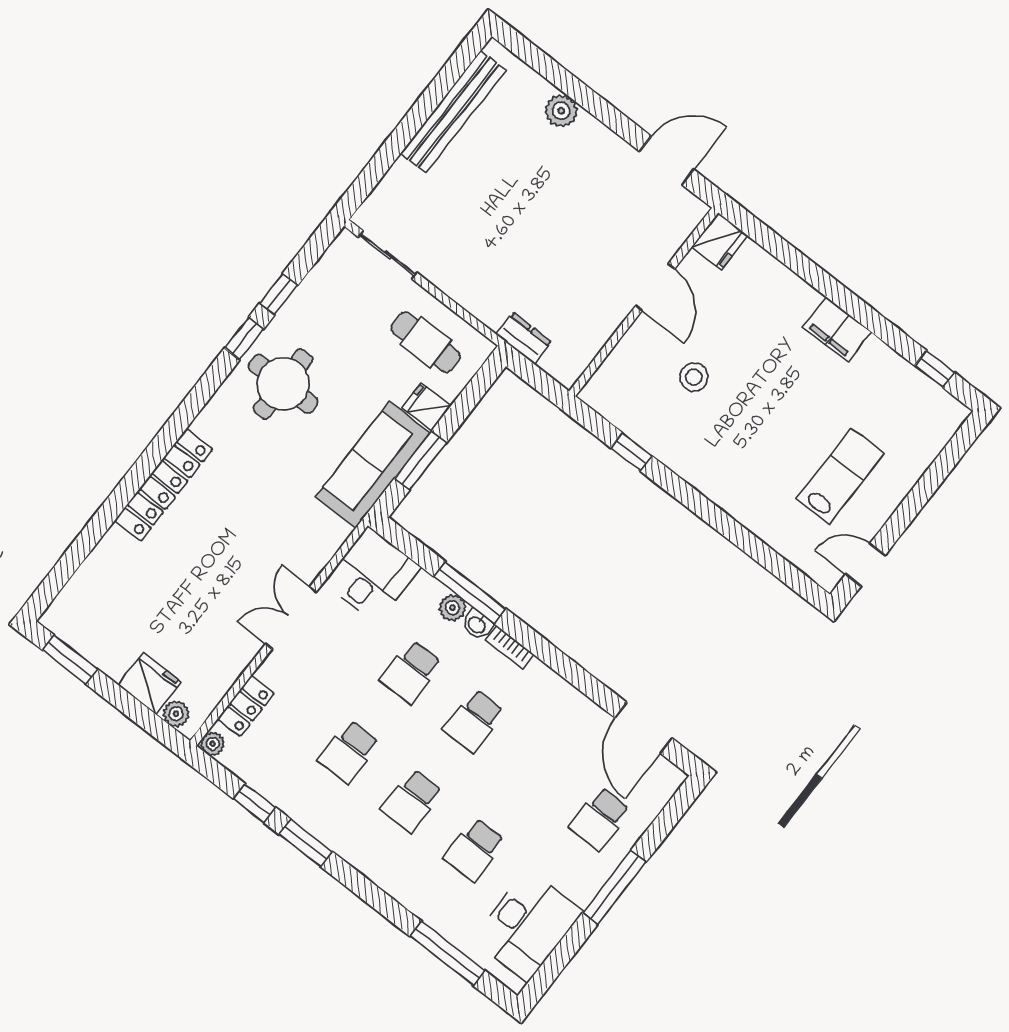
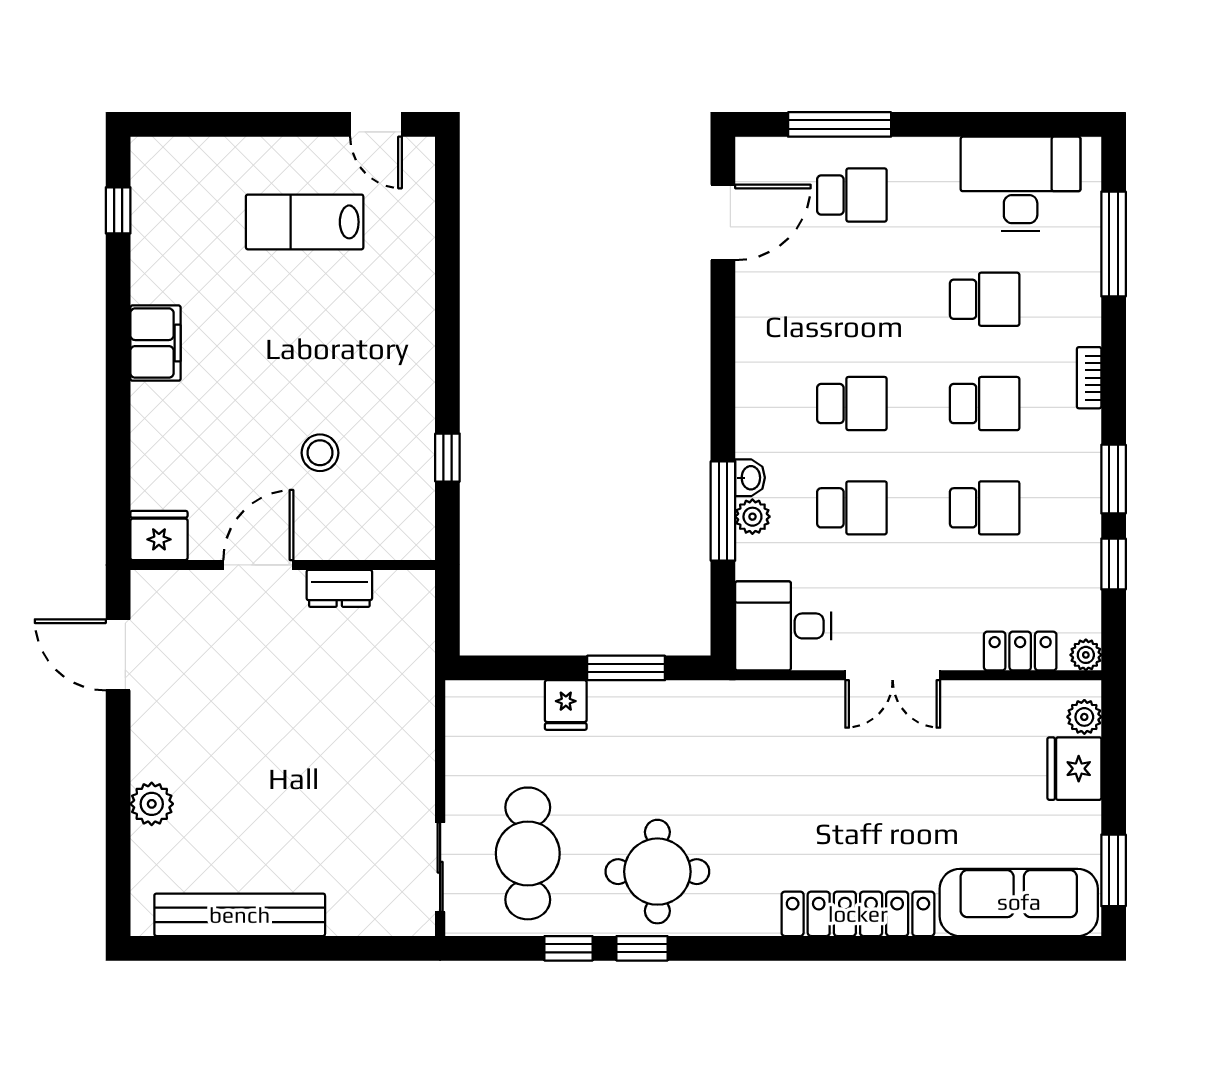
dresser: (524, 338) -> (339, 588), moved, turned -90
cafe table: (426, 342) -> (528, 853), moved, width x1.37, depth x1.35
sofa: (373, 465) -> (1019, 902), moved, turned 180
bookcase: (510, 647) -> (1089, 378), moved, turned 180
window: (614, 887) -> (840, 124), moved

